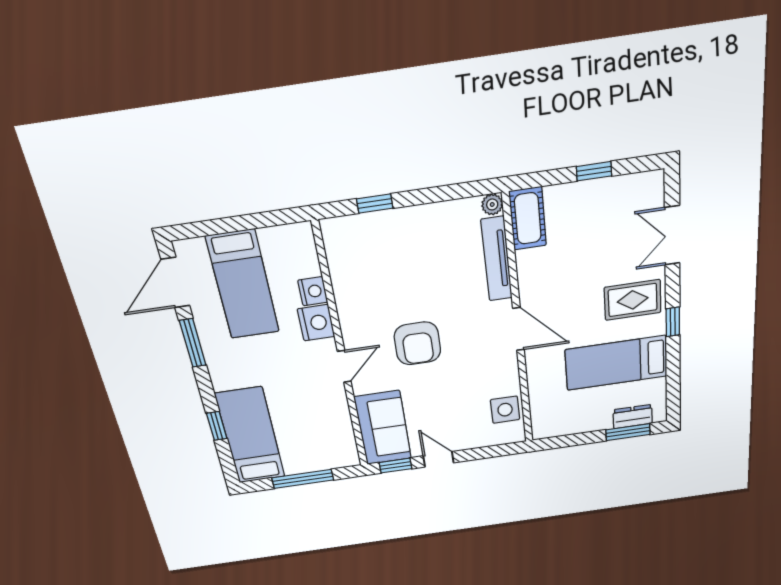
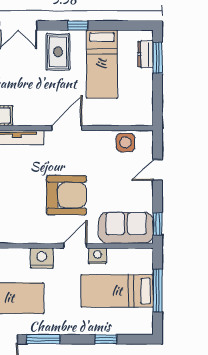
nightstand: (313, 291) -> (97, 256), moved
armchair: (417, 343) -> (67, 195), width x1.36, depth x1.36
door: (344, 366) -> (75, 246), hinge flipped
bed: (250, 436) -> (117, 291), moved
door: (439, 459) -> (158, 170), moved

